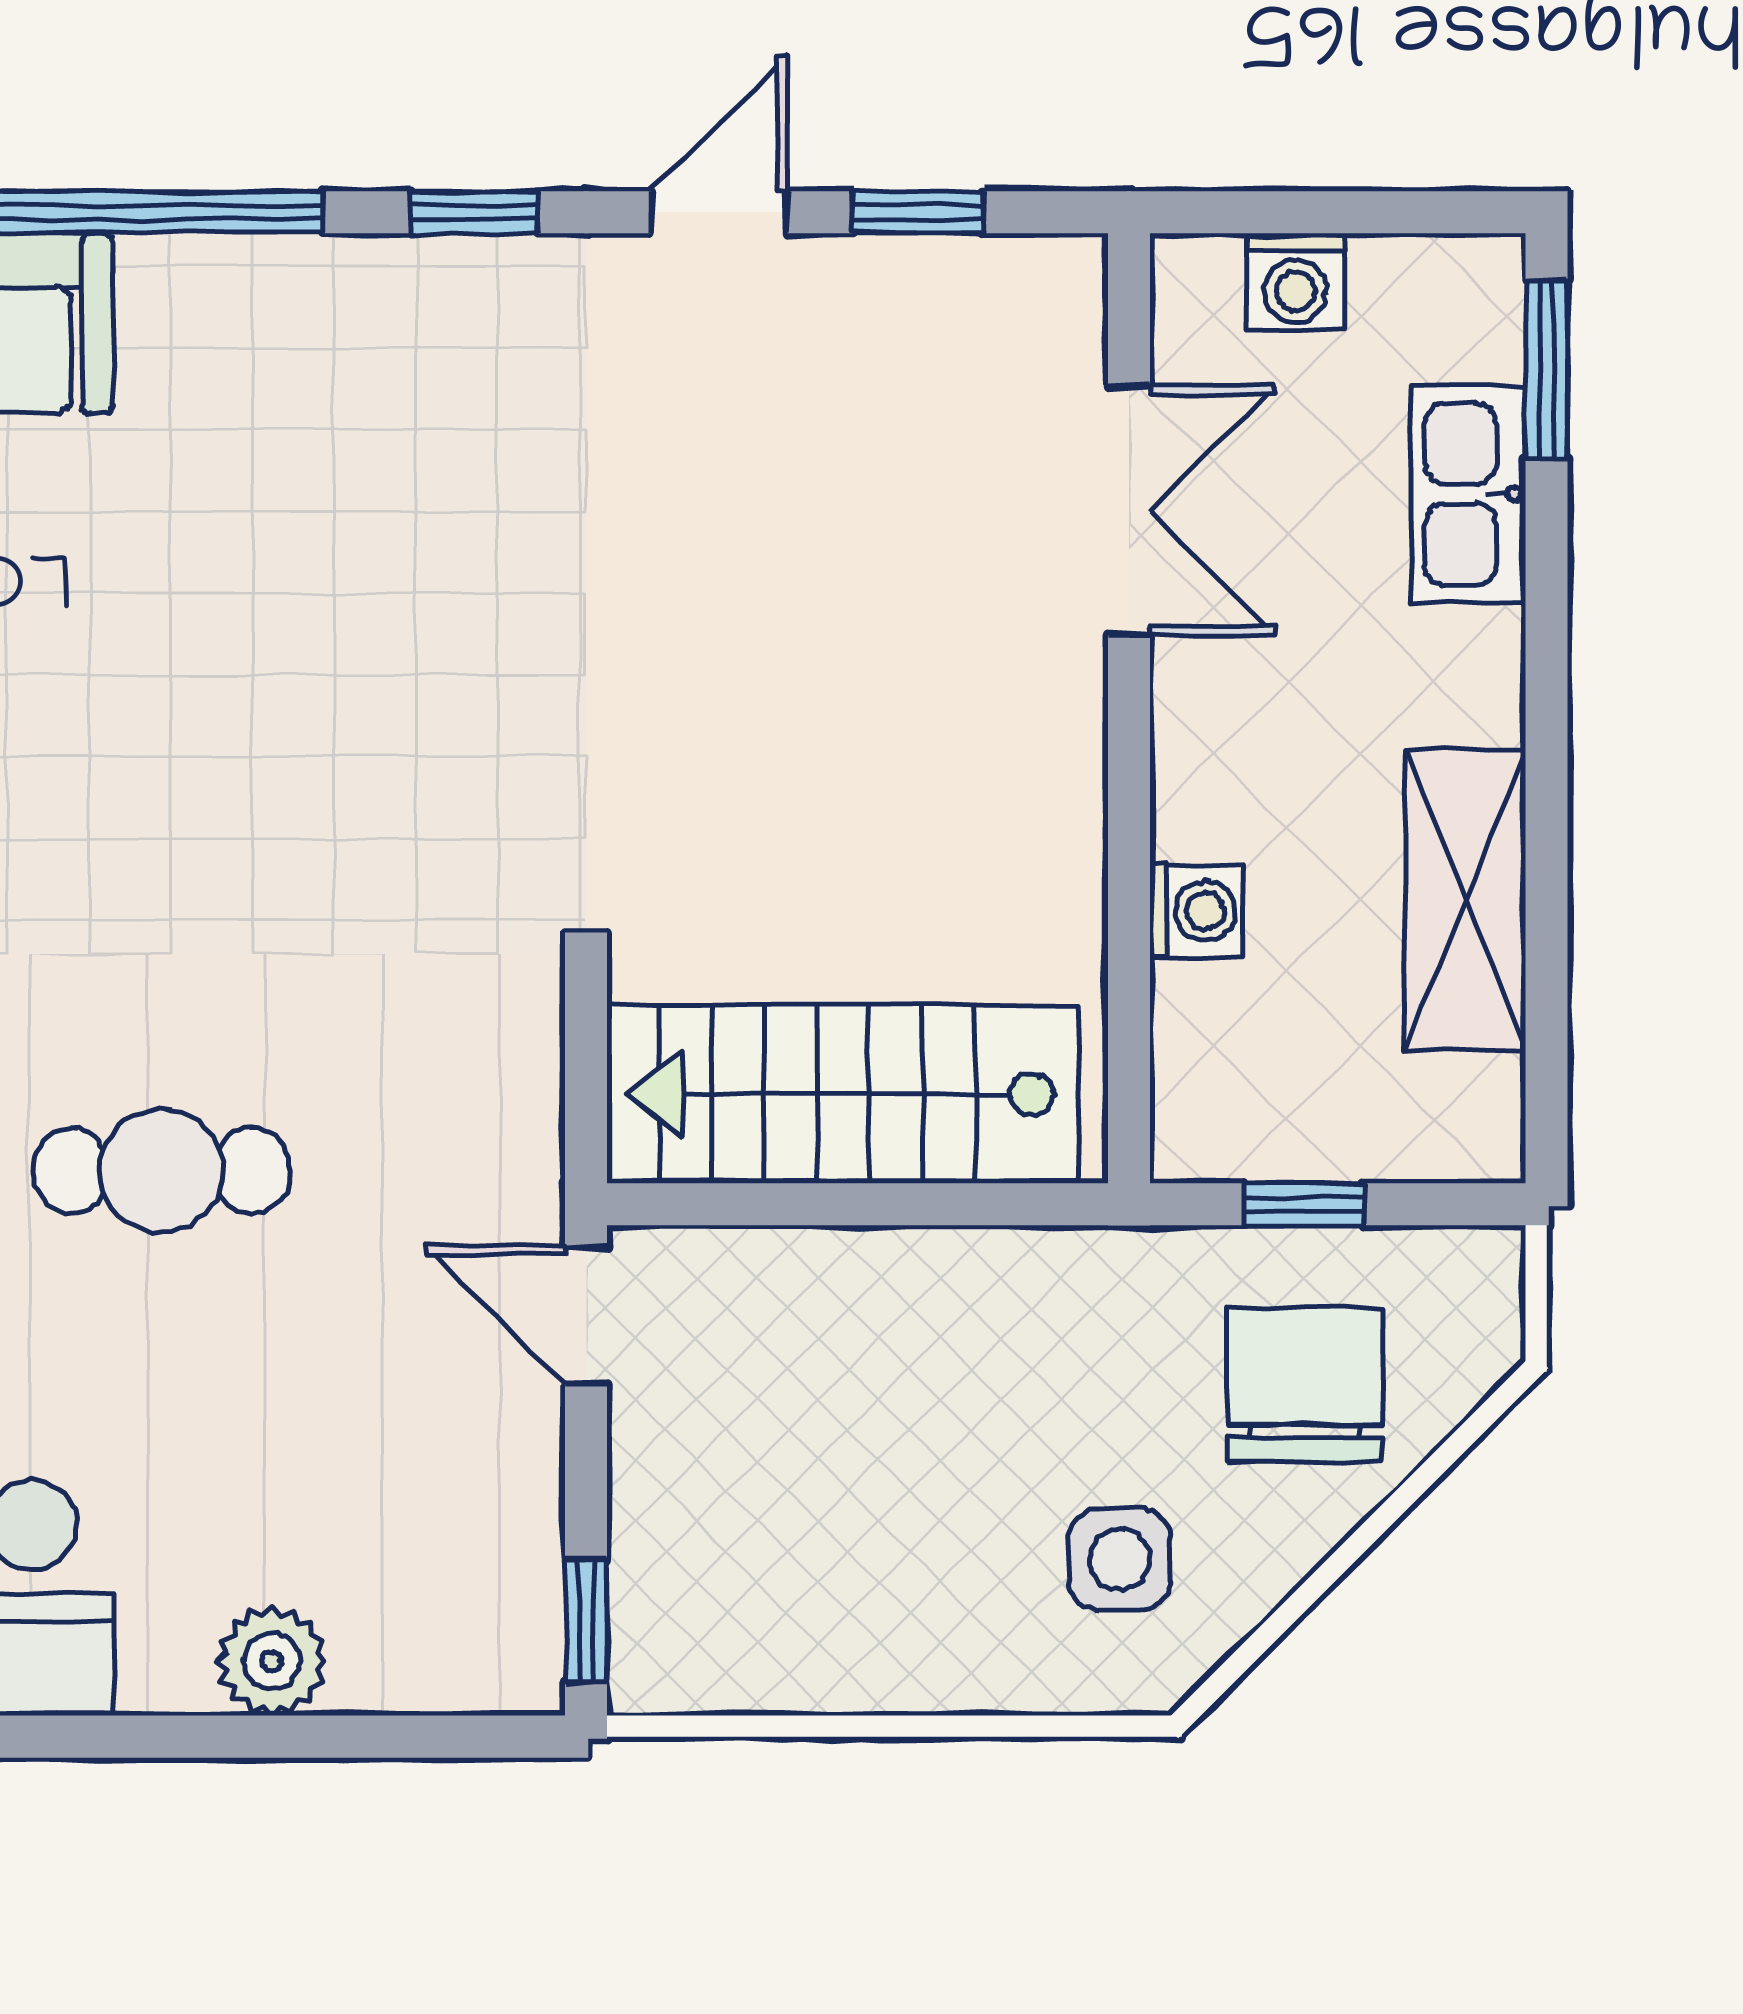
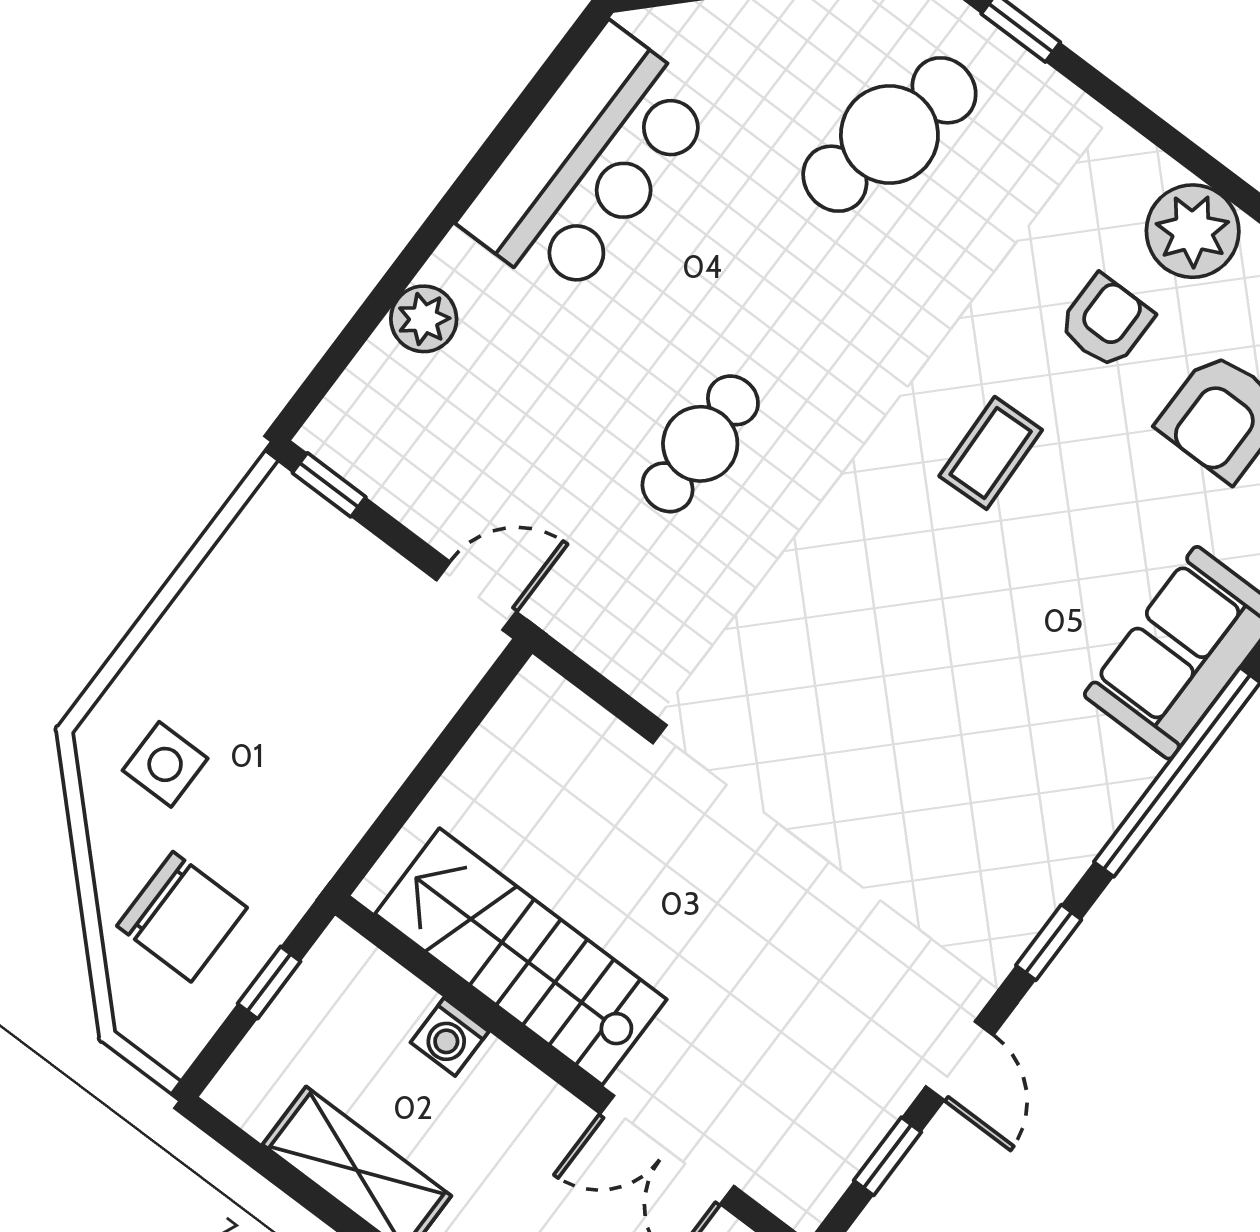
stairs: (843, 1094) -> (521, 957), moved, turned -90

